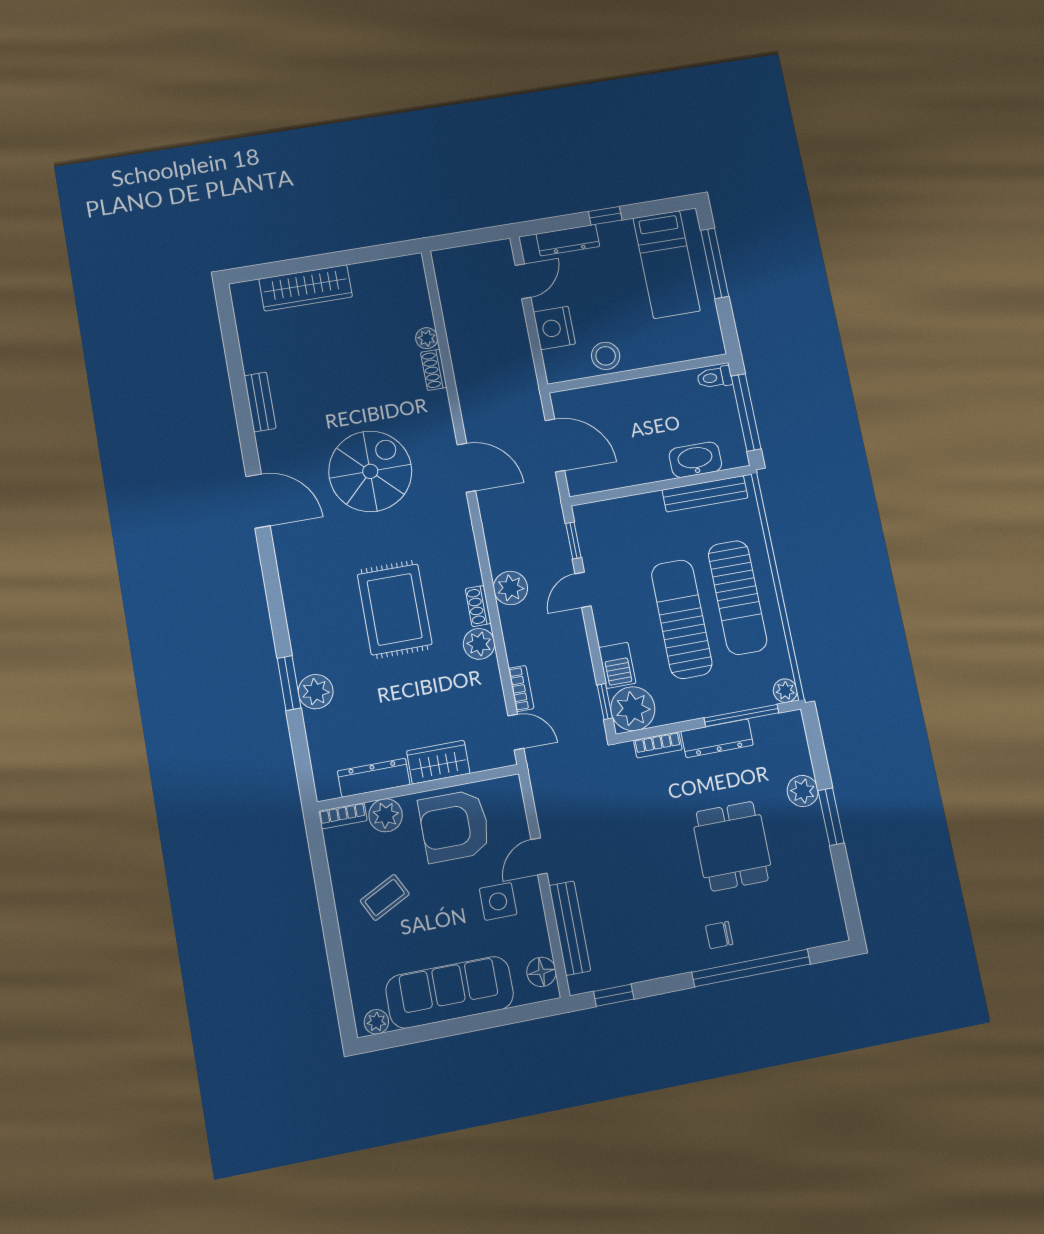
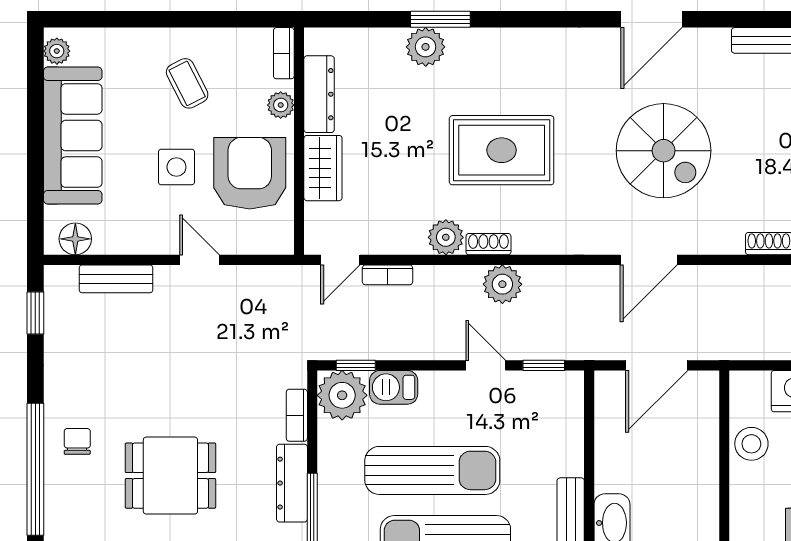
plant: (386, 815) -> (281, 105), width x0.73, depth x0.73
side table: (498, 901) -> (176, 167), moved
bench: (570, 928) -> (116, 279), width x0.73

